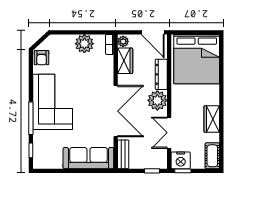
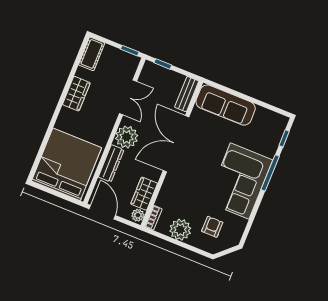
armchair: (42, 58) -> (212, 227), moved
nightstand: (181, 160) -> (128, 63), removed

